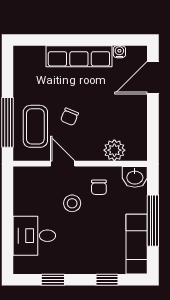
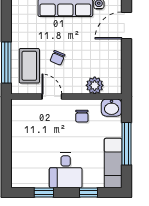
stool: (72, 203) -> (60, 129), removed
desk: (34, 236) -> (66, 170), moved, turned -90

